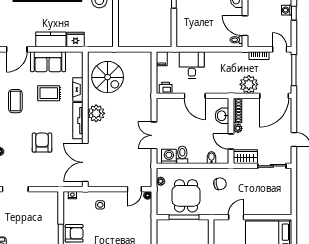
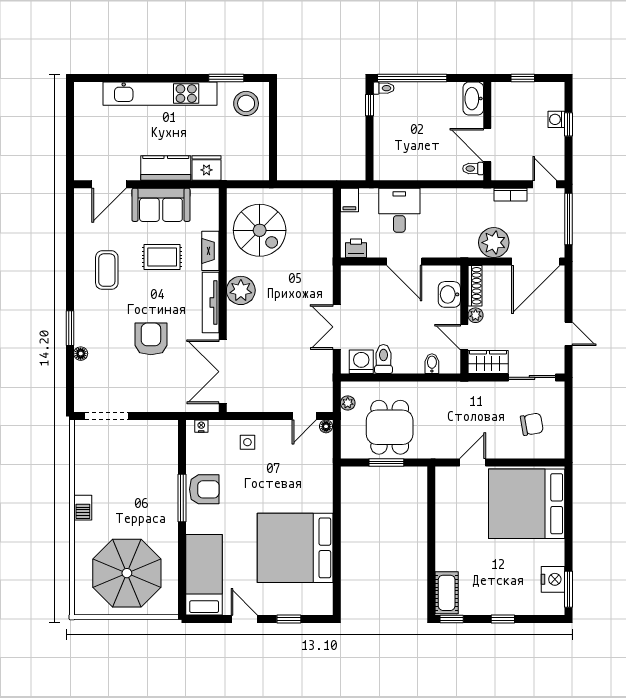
chair: (220, 184) -> (532, 424), moved
window: (184, 217) -> (386, 462), width x0.69

